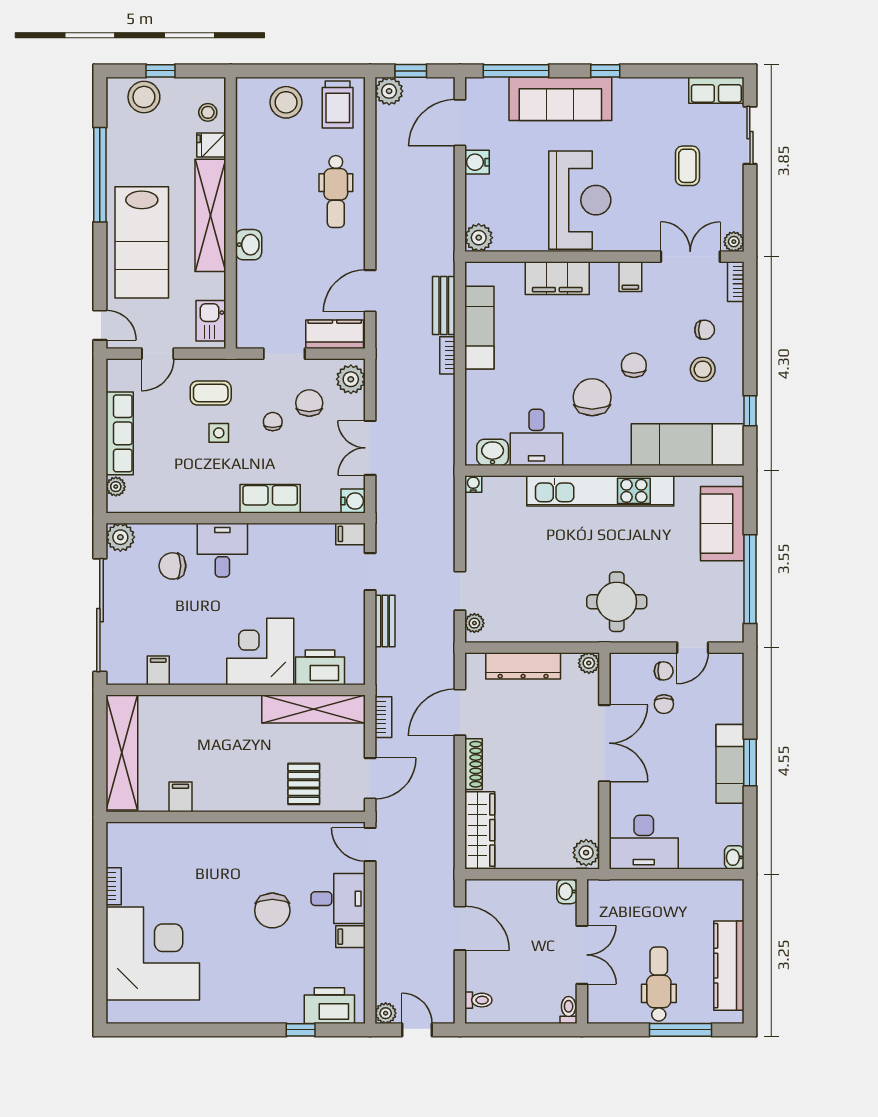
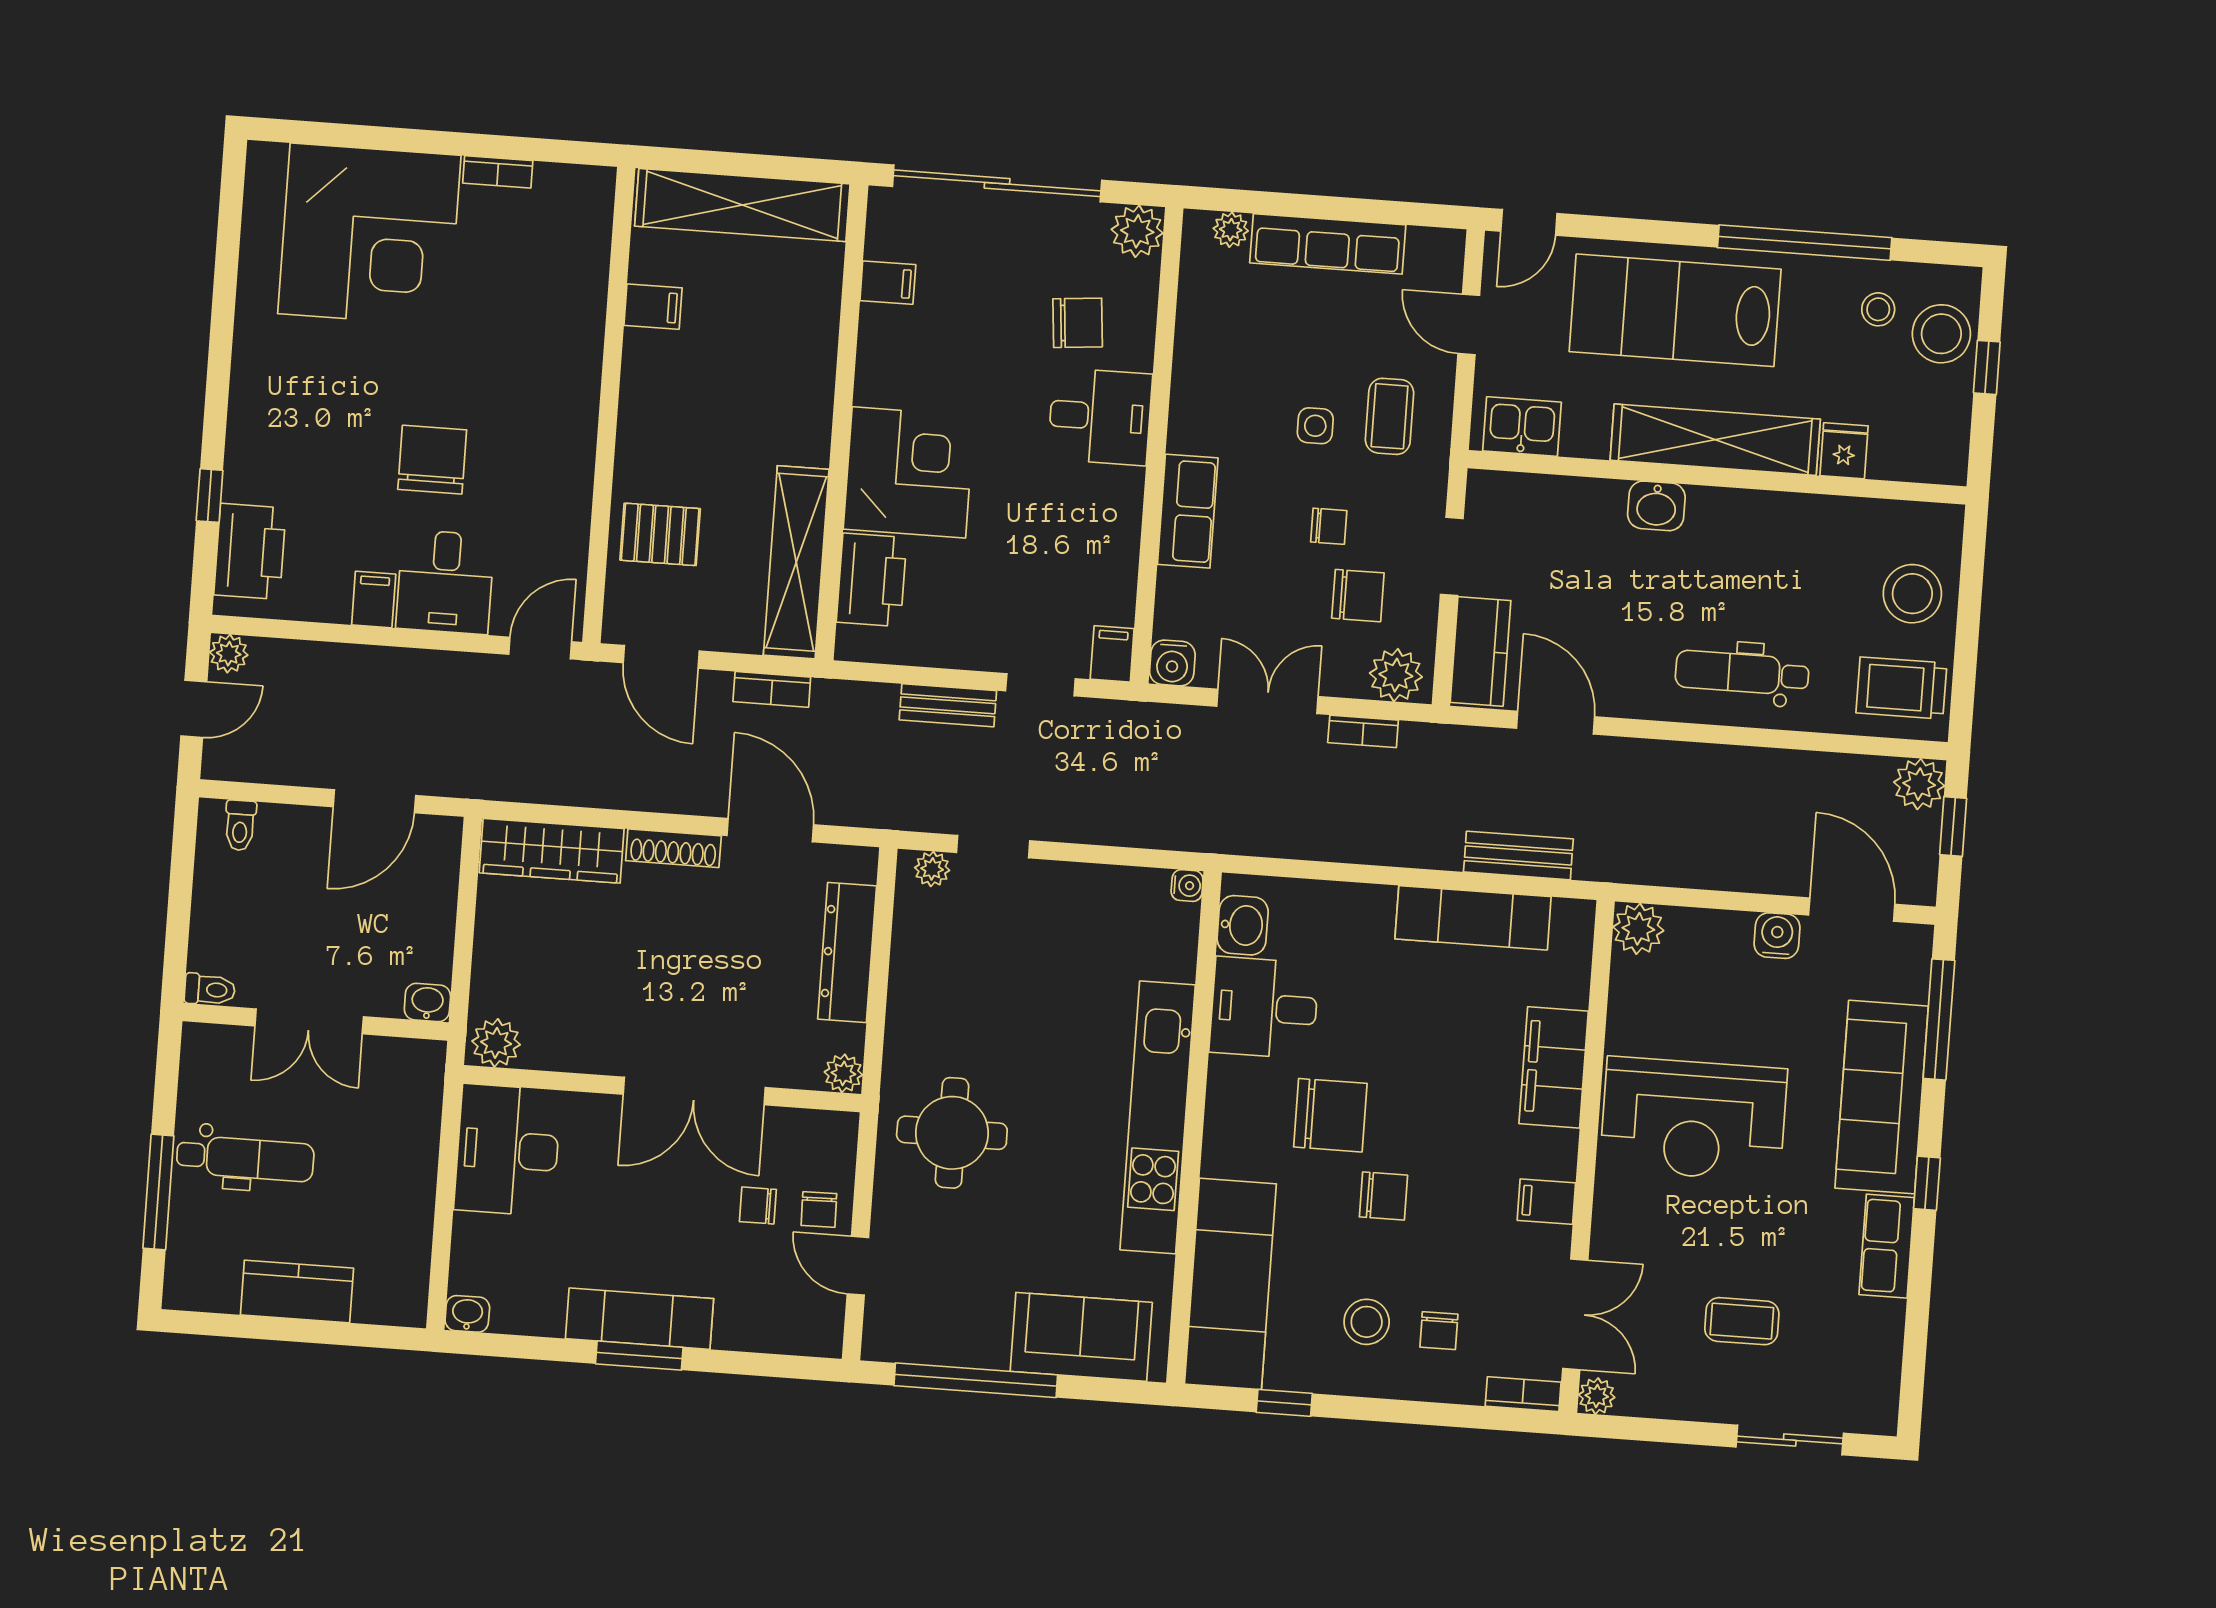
row of seats: (716, 90) -> (1887, 1246), moved
stool: (208, 112) -> (1878, 309), moved
bookcase: (447, 355) -> (1363, 731), moved, turned 180
chair: (172, 566) -> (1078, 323), turned 85
chair: (272, 910) -> (432, 460), turned 90
kitchen counter: (729, 966) -> (297, 1291), width x0.67

